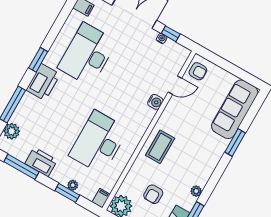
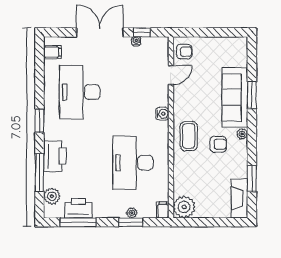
printer: (43, 82) -> (55, 156), moved
water cooler: (155, 102) -> (162, 114), moved
sofa: (235, 109) -> (235, 97), moved
printer: (41, 162) -> (78, 208), moved
plant: (196, 191) -> (242, 134), moved
armchair: (153, 194) -> (218, 144), moved, turned -90

